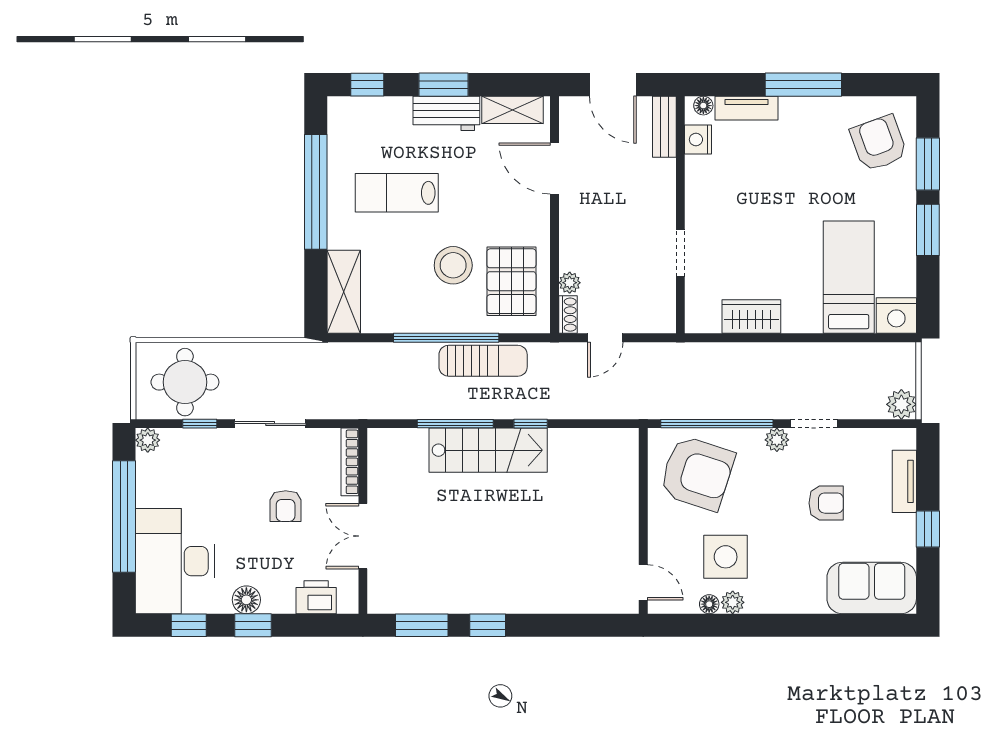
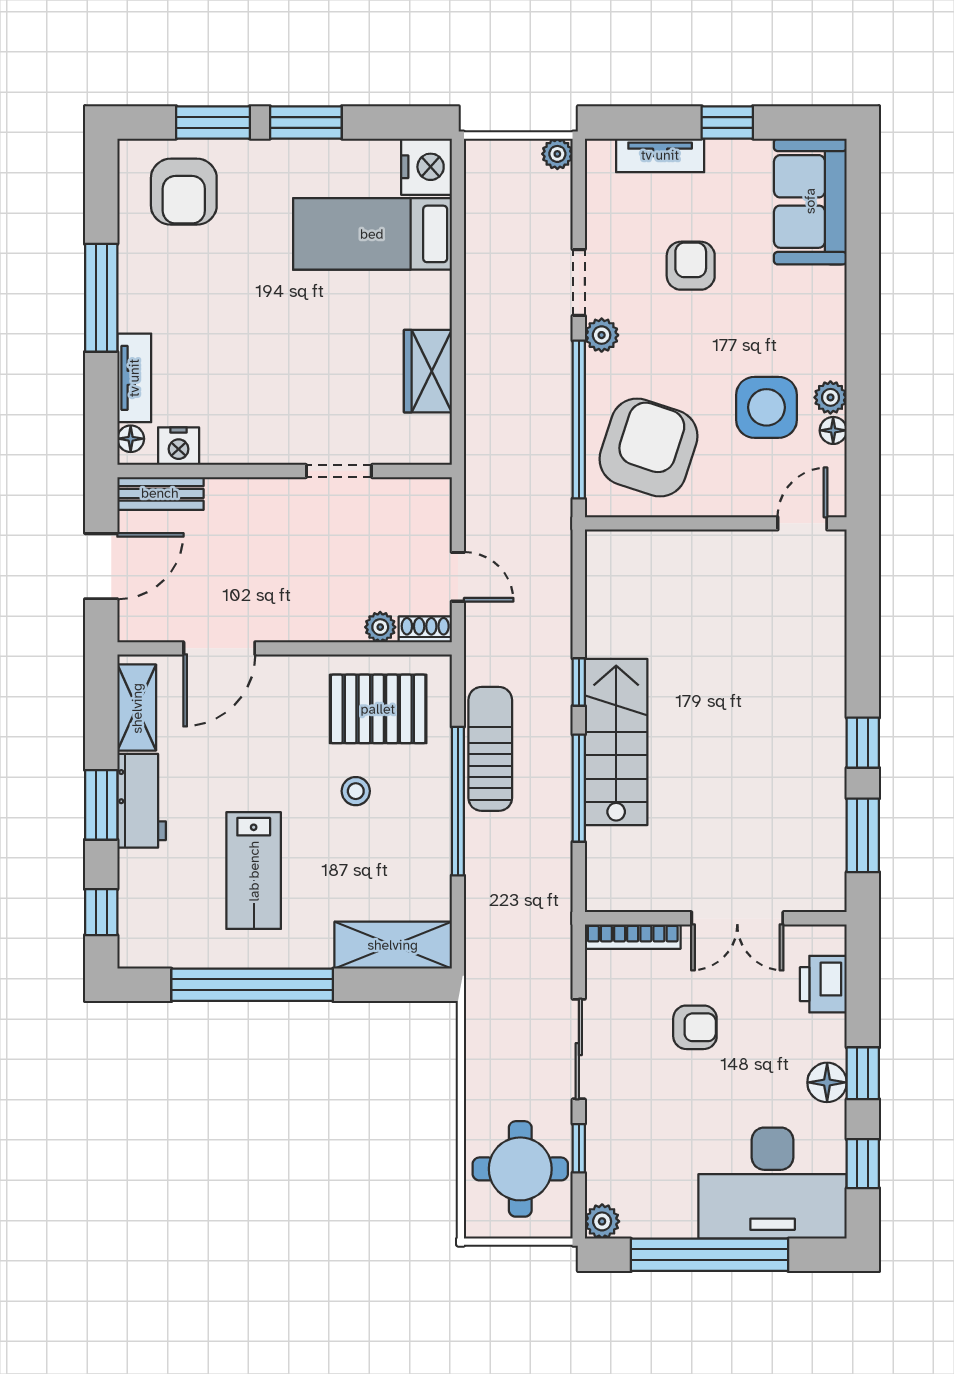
armchair: (879, 143) -> (184, 192), turned -70
stool: (453, 265) -> (356, 791), width x0.53, depth x0.53
plant: (901, 404) -> (557, 154), width x0.73, depth x0.73

